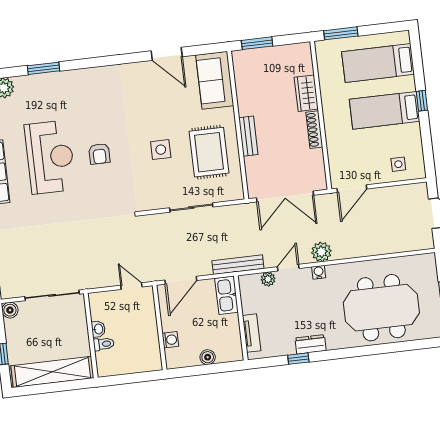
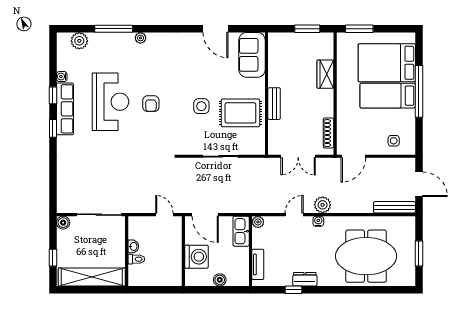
window: (257, 43) -> (307, 29), moved
bed: (378, 63) -> (387, 63), width x1.50
window: (43, 68) -> (114, 29), width x1.44
plant: (77, 76) -> (140, 38), added
window: (422, 101) -> (419, 91), width x3.17
shoe rack: (314, 130) -> (328, 133), moved
rug: (209, 152) -> (240, 113), turned 90
double door: (285, 196) -> (298, 156), width x0.73
bench: (238, 265) -> (394, 207), moved
plant: (268, 279) -> (258, 222), moved
door: (181, 280) -> (205, 215), hinge flipped
washing machine: (170, 340) -> (197, 257), width x1.89, depth x1.89

